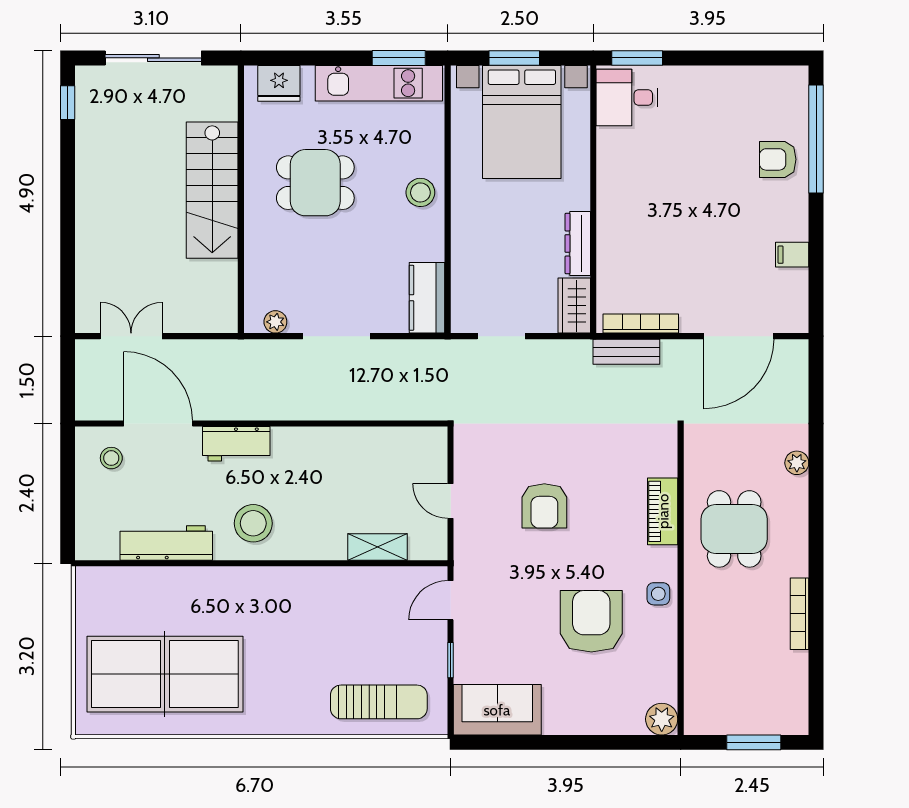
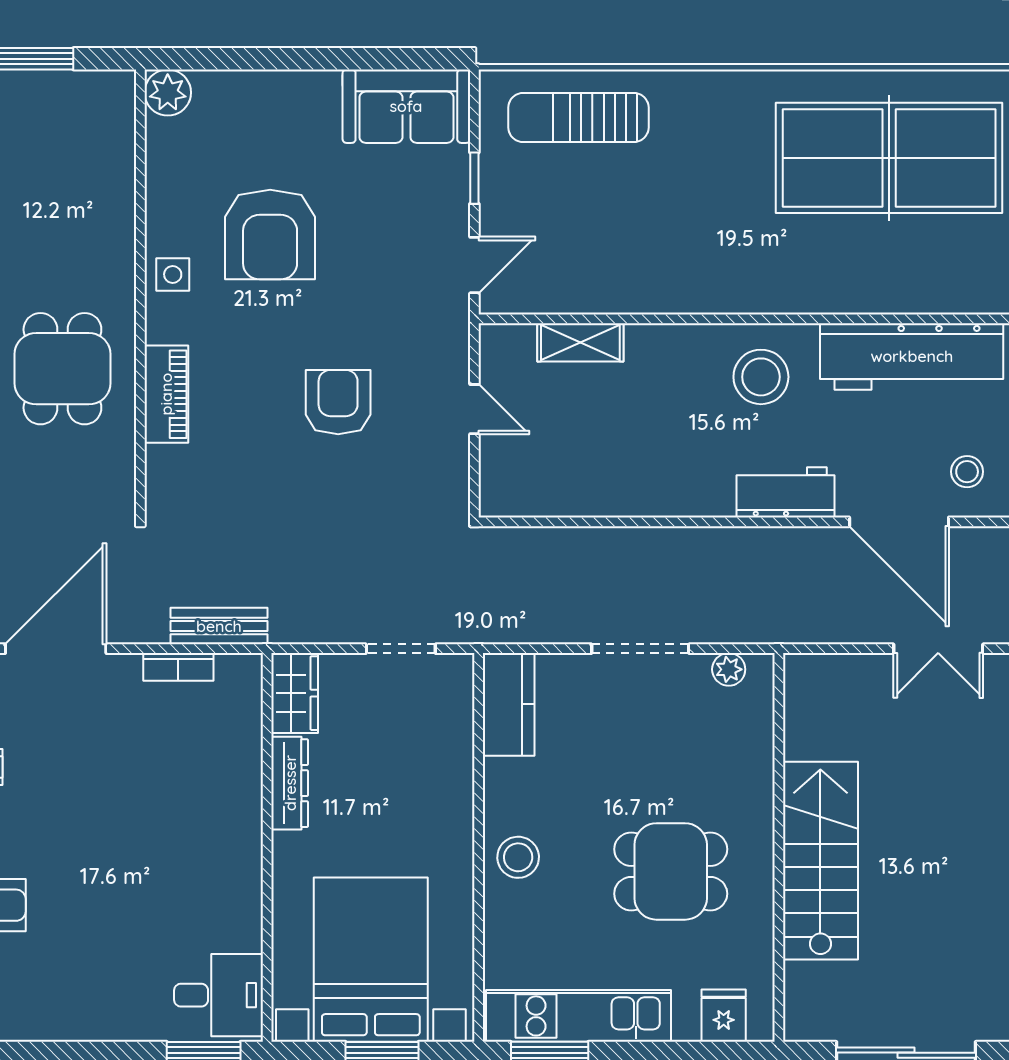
fridge: (279, 83) -> (724, 1016), width x0.72
bookcase: (641, 324) -> (178, 667), width x0.64
workbench: (166, 543) -> (912, 356), width x1.36, depth x1.32

